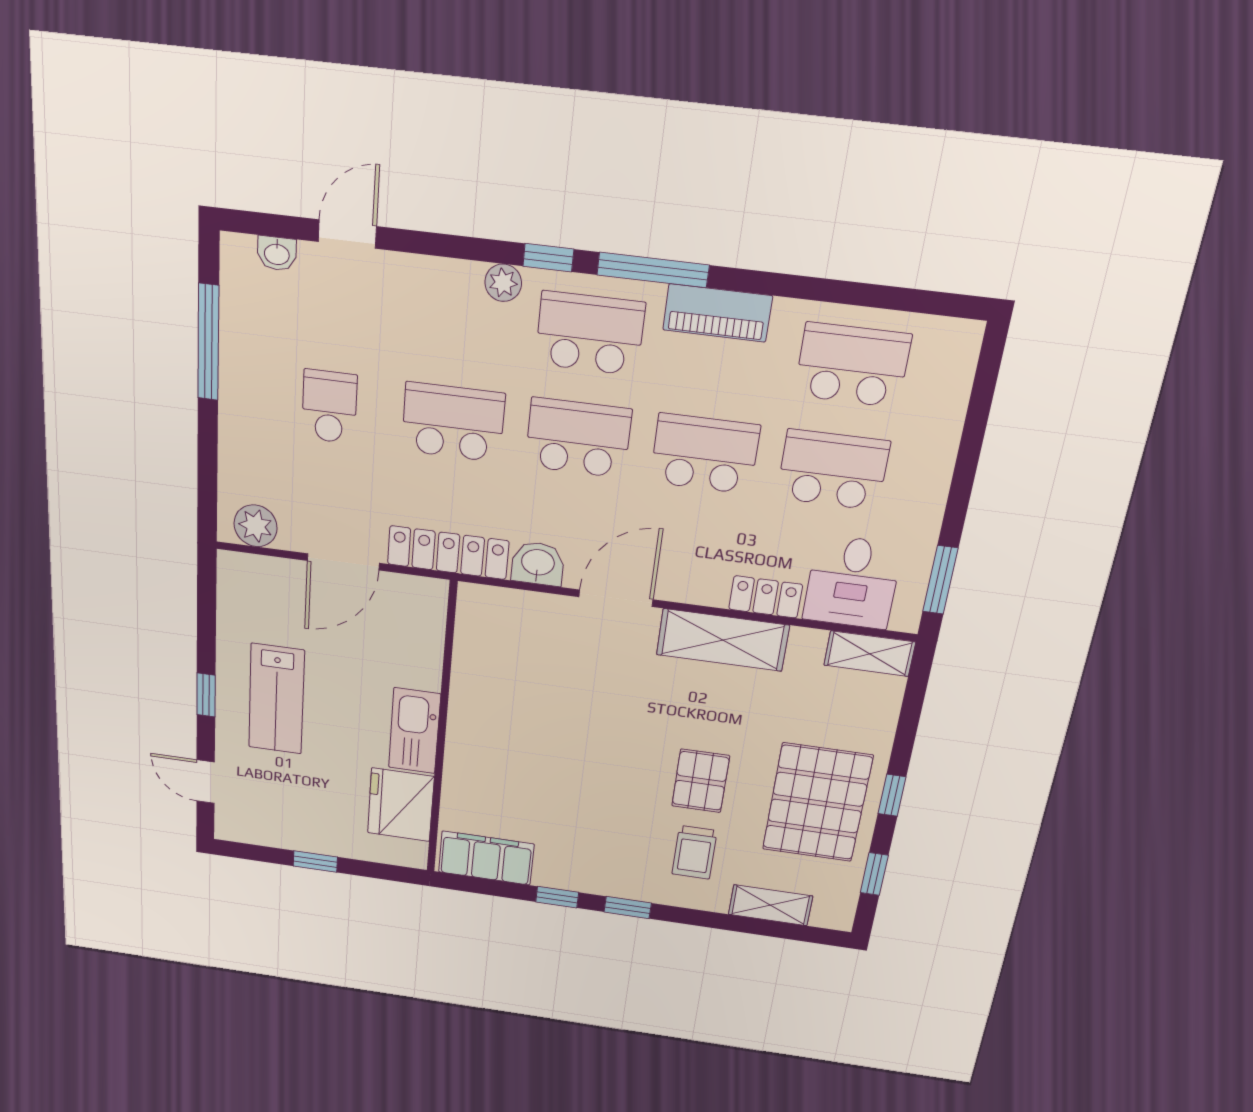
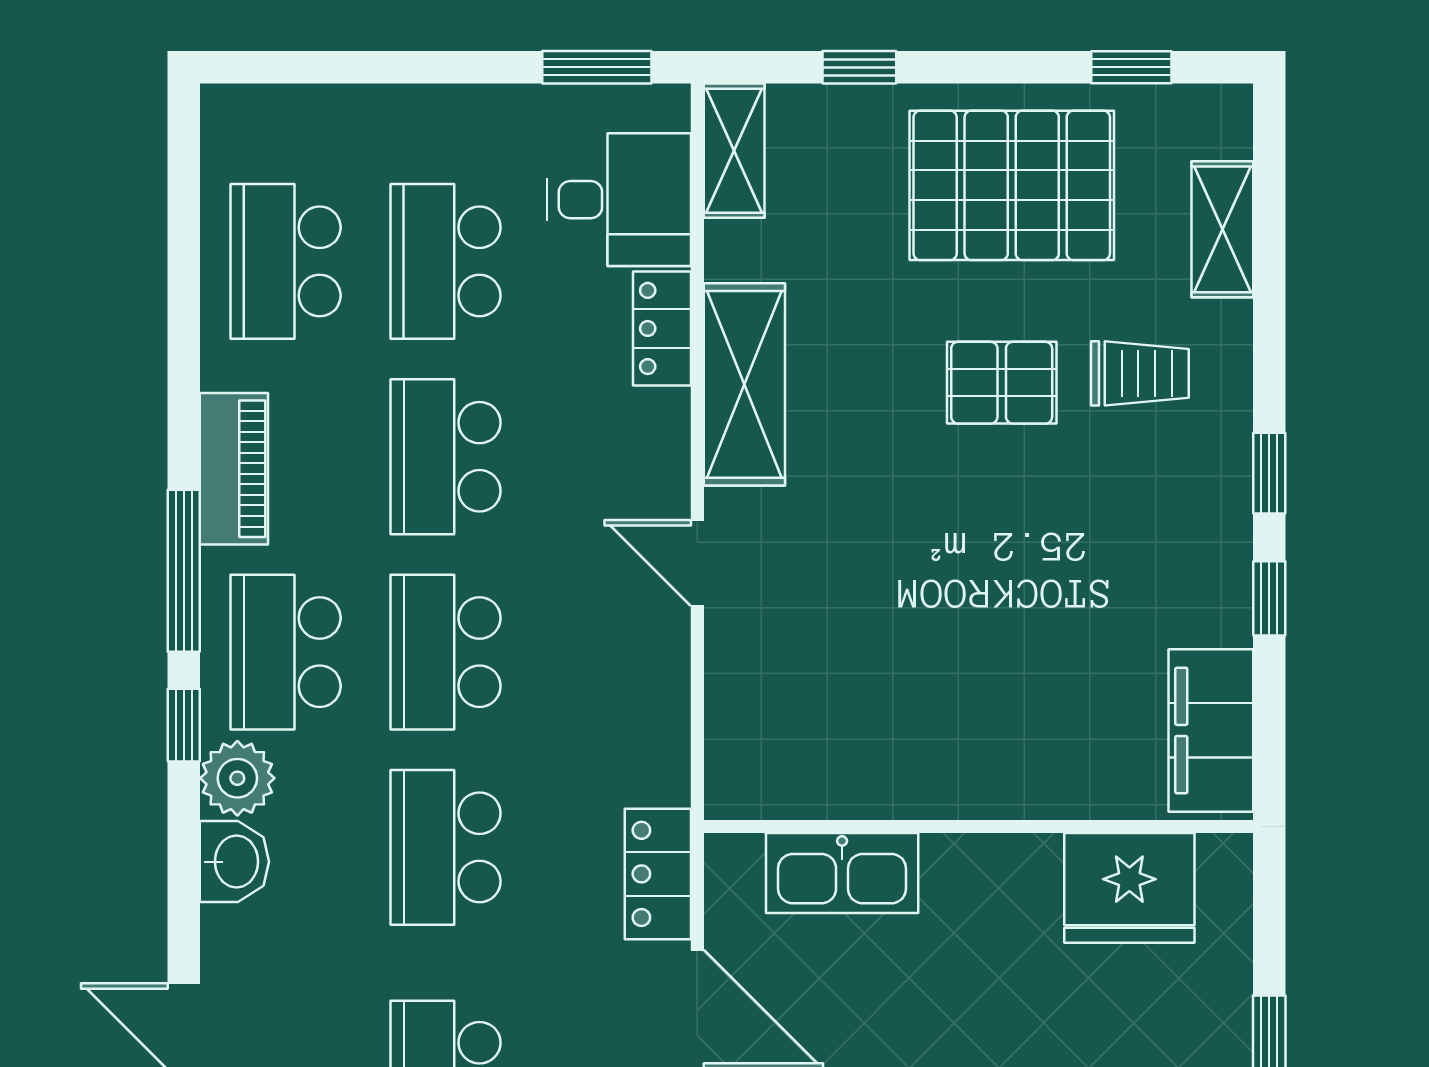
plant: (503, 283) -> (237, 778), width x1.38, depth x1.38
locker: (448, 553) -> (658, 874), width x0.66
washbasin: (538, 564) -> (234, 862), moved, turned 180
door: (616, 598) -> (697, 563), width x0.73
kitchen sink: (415, 731) -> (842, 873), moved
window: (892, 795) -> (859, 67), moved

